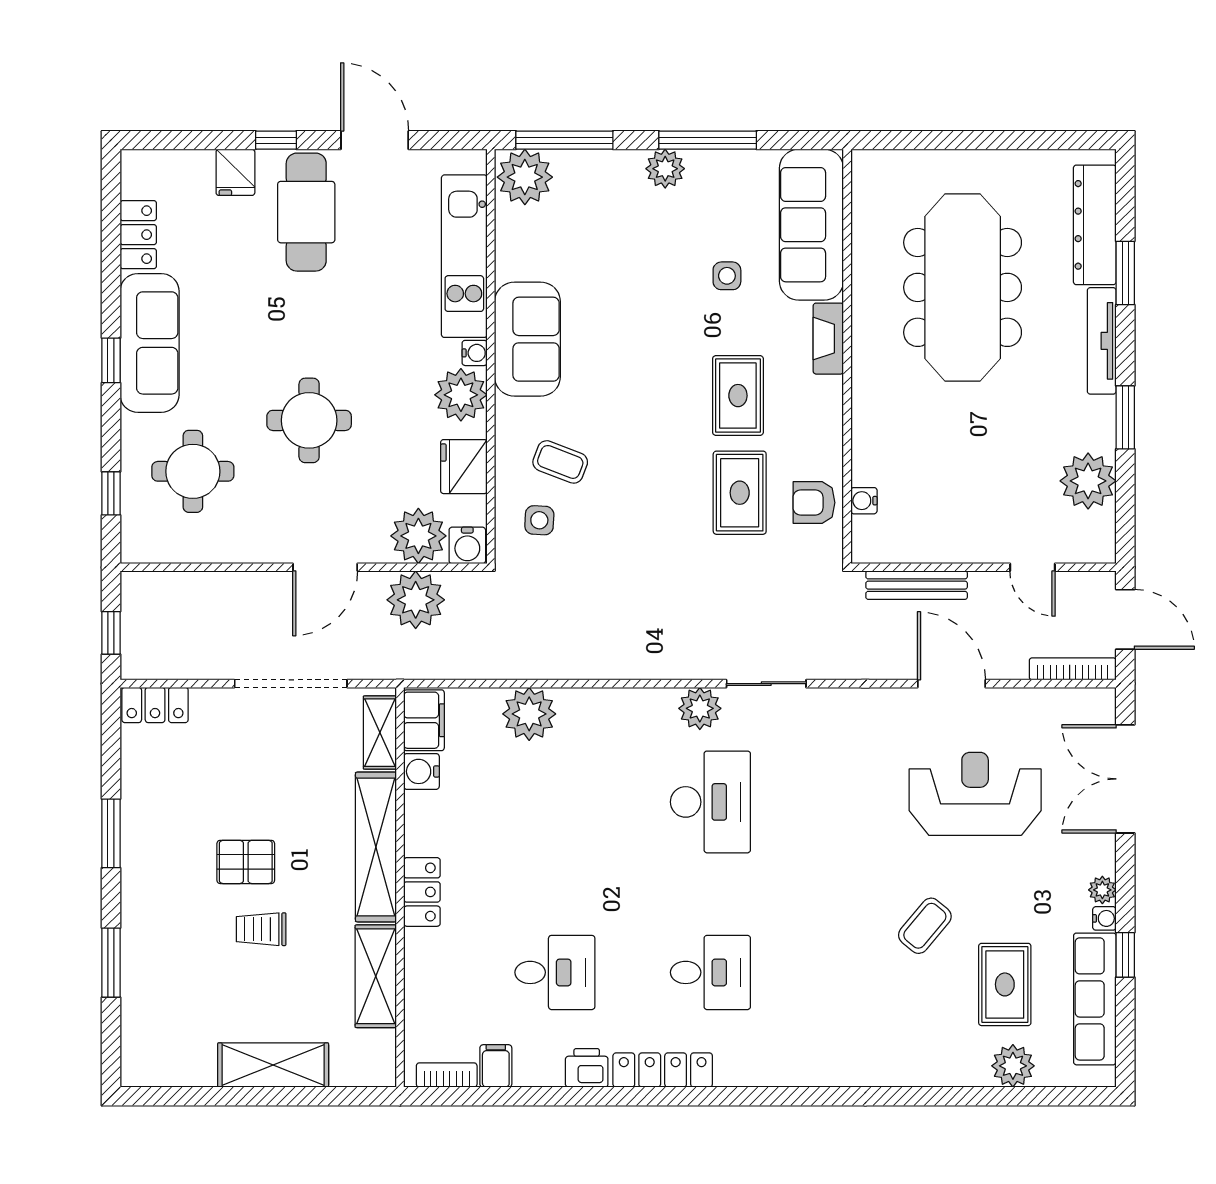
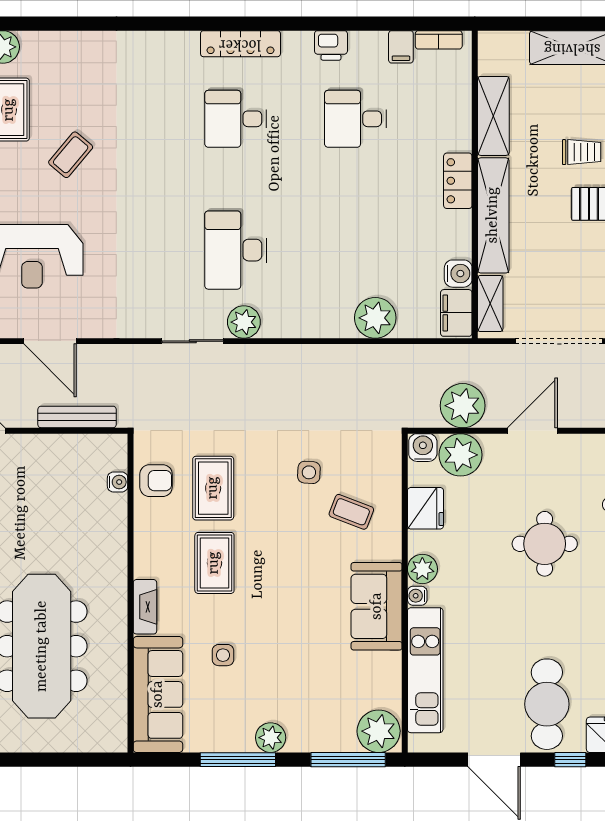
plant: (461, 395) -> (422, 569), width x0.73, depth x0.73
side table: (539, 520) -> (309, 472), moved
locker: (663, 1070) -> (240, 44), moved

